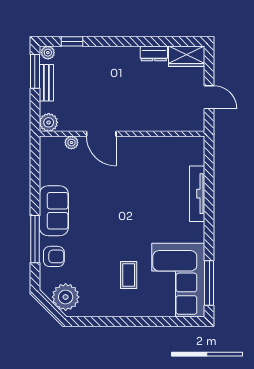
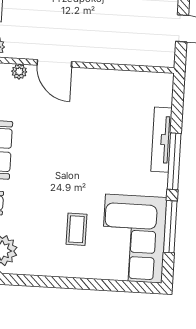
window: (209, 212) -> (174, 161), added
window: (209, 283) -> (170, 227), moved

